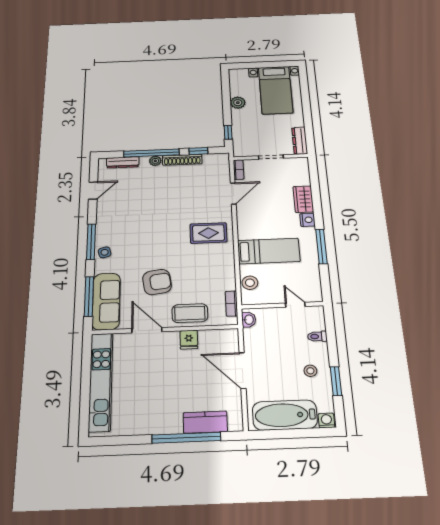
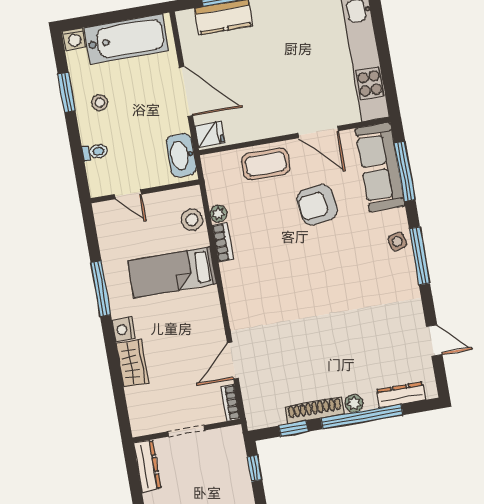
door: (93, 191) -> (434, 341), swing flipped
rug: (208, 233) -> (259, 290), removed
plant: (230, 284) -> (219, 214), added
bookcase: (231, 304) -> (223, 242), moved
washbasin: (249, 320) -> (181, 155), width x1.91, depth x1.45
fridge: (189, 340) -> (210, 135), moved, turned 90

